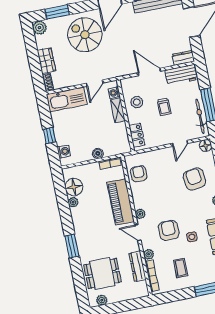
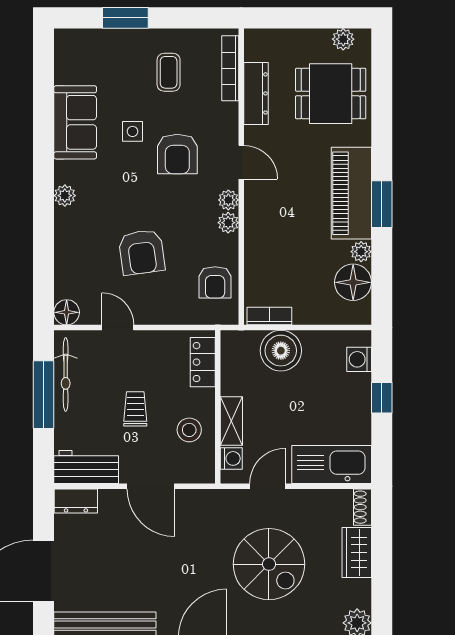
spiral stairs: (85, 35) -> (269, 564), moved
door: (180, 143) -> (118, 328), hinge flipped
boiler: (98, 153) -> (281, 351), width x1.86, depth x1.86
armchair: (194, 179) -> (142, 252), moved
piano: (121, 202) -> (351, 193), moved, turned 180
window: (72, 246) -> (382, 204), moved
plant: (149, 254) -> (228, 223), moved

